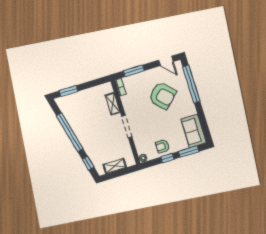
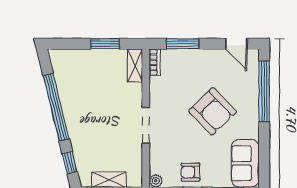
window: (68, 91) -> (105, 44), moved
armchair: (162, 96) -> (213, 111), moved
shelving: (113, 104) -> (135, 65), moved

